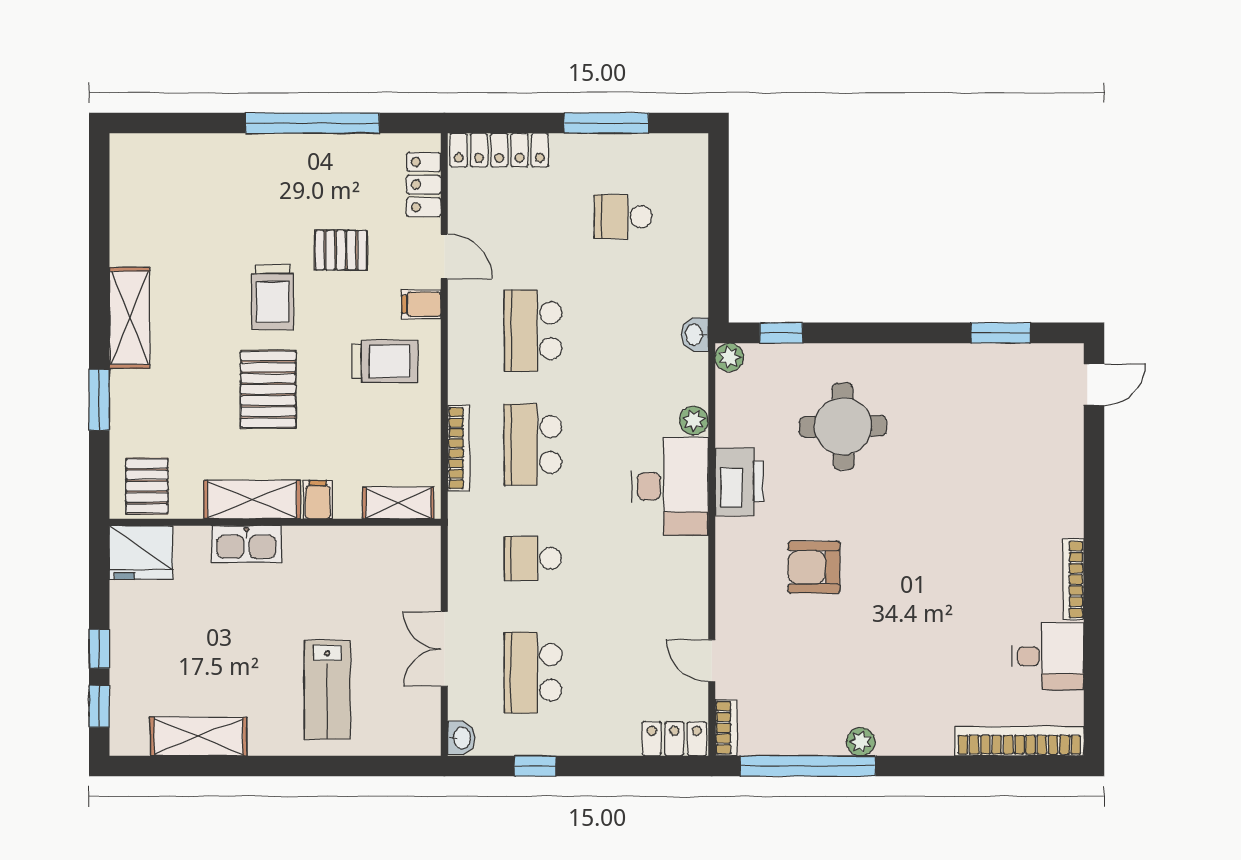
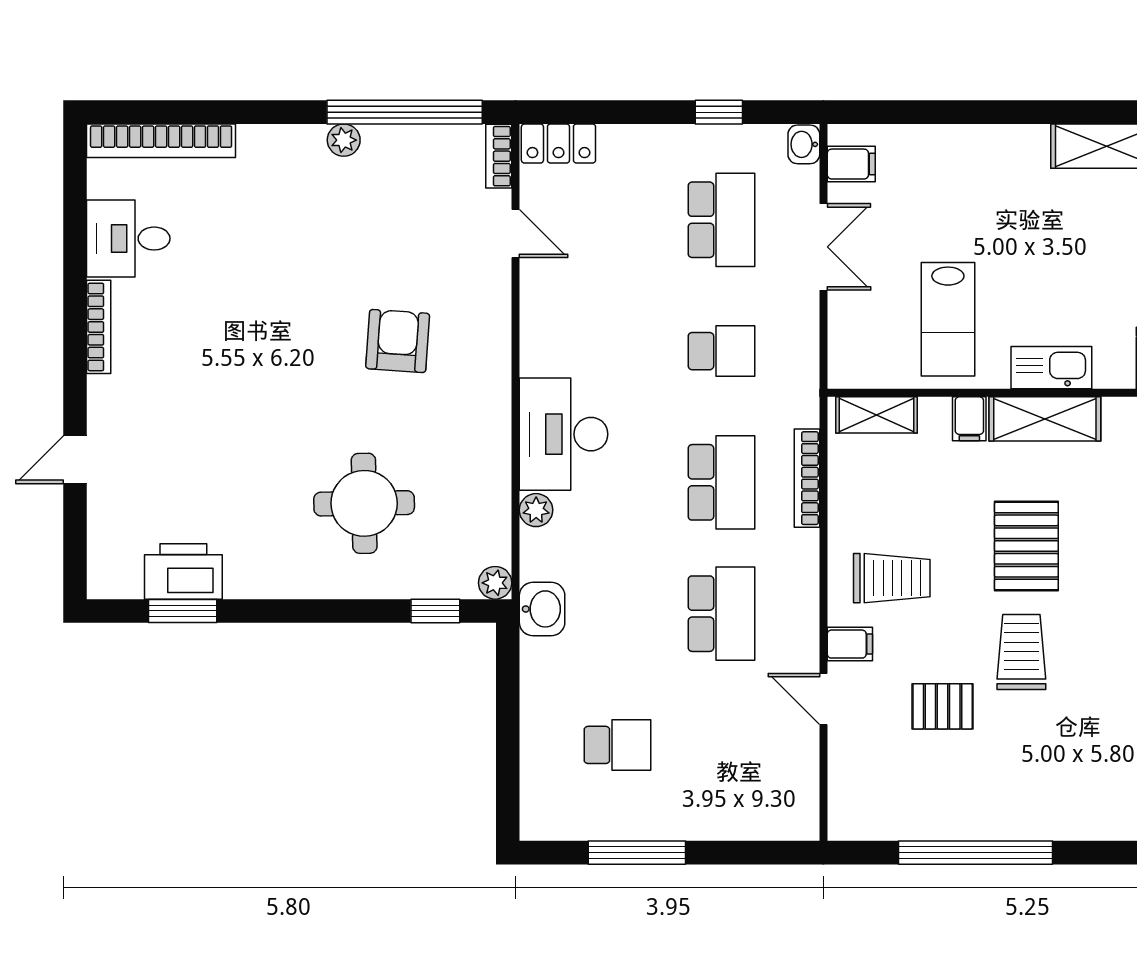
locker: (499, 150) -> (760, 822), removed
locker: (424, 185) -> (847, 782), removed
washbasin: (695, 335) -> (542, 609), width x1.38, depth x1.45
trolley: (385, 361) -> (892, 578), turned 180
door: (1094, 385) -> (75, 460), moved
printer: (739, 482) -> (183, 571), moved, turned 90
armchair: (814, 567) -> (398, 341), turned -86
lab bench: (327, 690) -> (948, 319), moved, turned 180
filing cabinet: (420, 721) -> (851, 164), added

